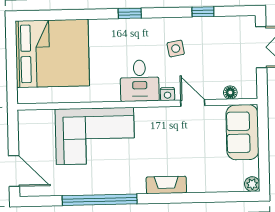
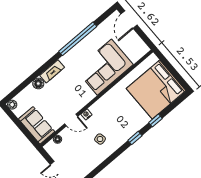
window: (203, 12) -> (155, 120), moved
desk: (140, 81) -> (105, 110), removed
door: (14, 171) -> (129, 20), hinge flipped
floor lamp: (197, 184) -> (38, 84), added

